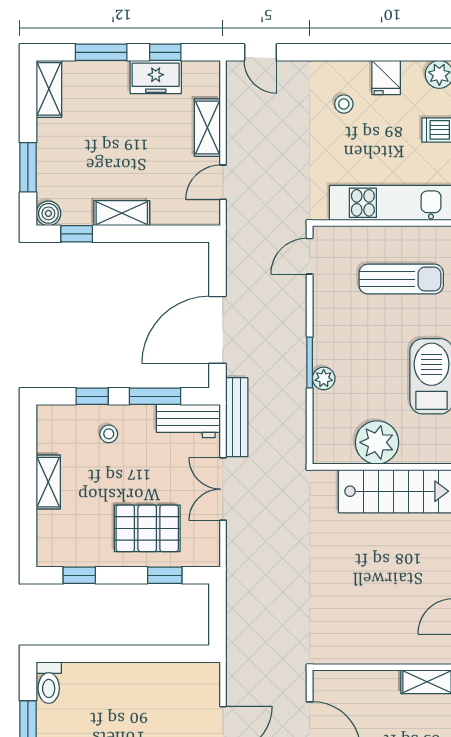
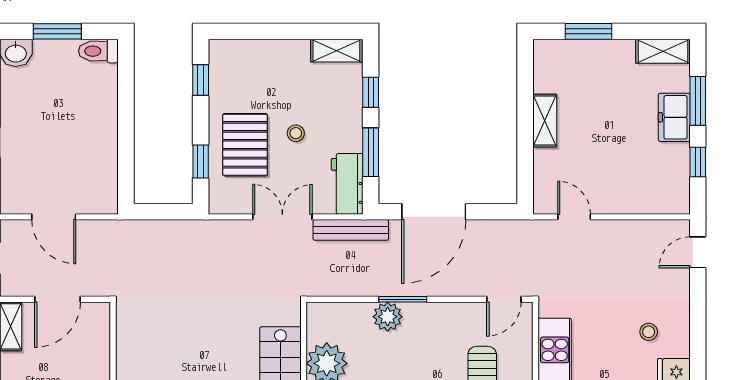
freezer: (156, 77) -> (674, 117), moved
shelving: (207, 128) -> (626, 202), removed
boiler: (48, 213) -> (545, 51), removed
window: (77, 234) -> (525, 78), removed
door: (310, 256) -> (504, 299), swing flipped
door: (218, 330) -> (434, 212), swing flipped
plant: (324, 378) -> (388, 317), width x1.38, depth x1.38
stool: (109, 434) -> (296, 133), moved
shelving: (48, 482) -> (336, 51), moved

